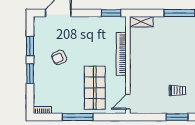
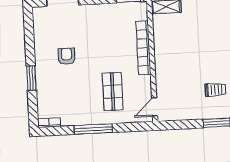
window: (30, 46) -> (30, 44), removed
armchair: (59, 57) -> (66, 56), turned 115
shop shelf: (95, 88) -> (113, 92), width x0.70, depth x0.74

